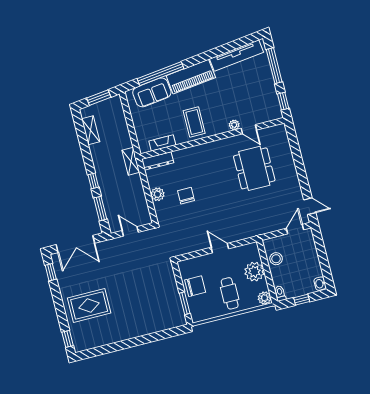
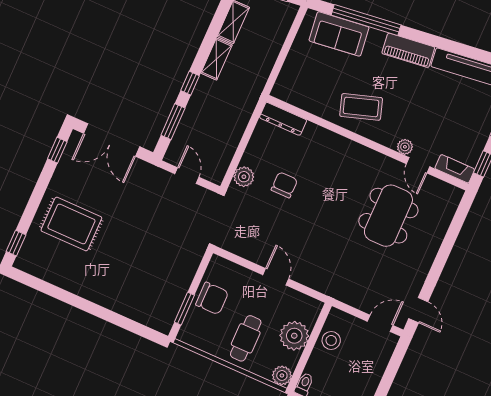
piano: (191, 77) -> (408, 50), width x0.73, depth x0.75
coffee table: (194, 122) -> (361, 107), turned 72
fireplace: (162, 143) -> (455, 169), moved
shelving: (131, 161) -> (216, 59), moved
plant: (158, 194) -> (244, 177), moved

